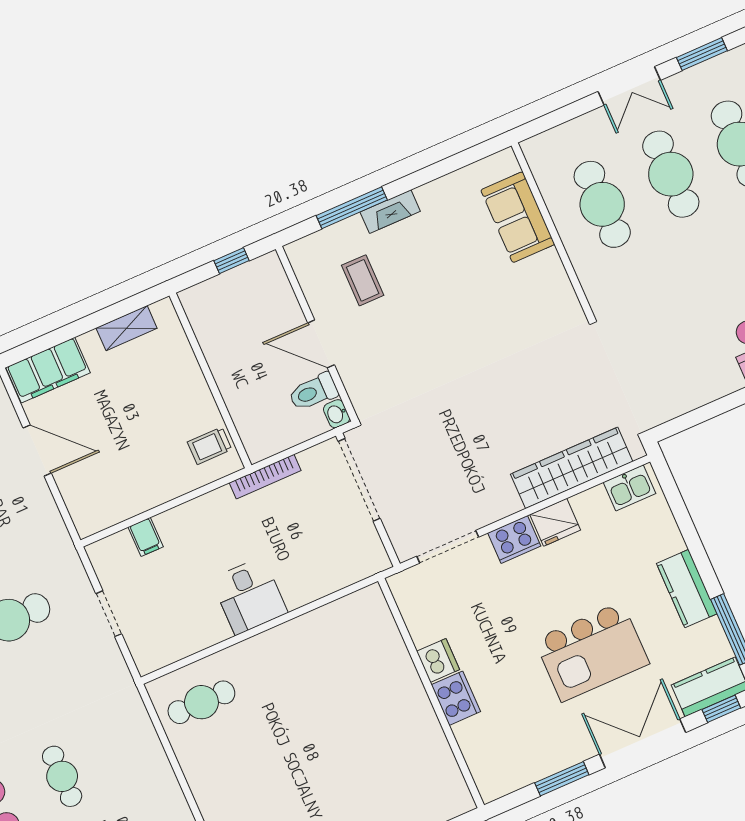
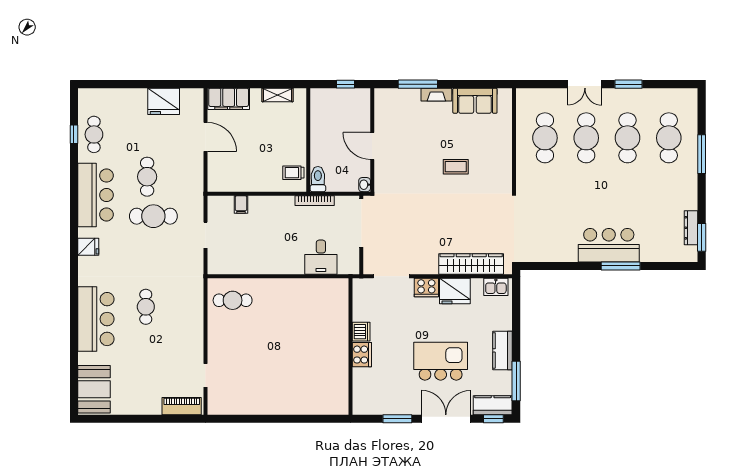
sofa: (518, 217) -> (475, 101), moved, turned -90
coffee table: (363, 280) -> (456, 167), moved, turned 90
toilet: (313, 392) -> (318, 179), moved, turned 90
fridge: (555, 522) -> (455, 291), width x1.36, depth x1.34
desk: (249, 596) -> (321, 257), moved
kitchen island: (592, 652) -> (441, 361), turned 180

